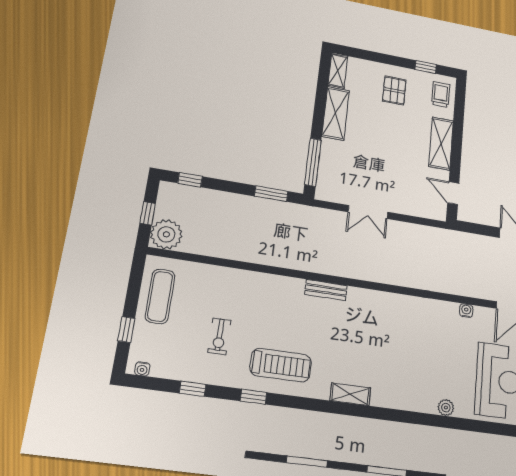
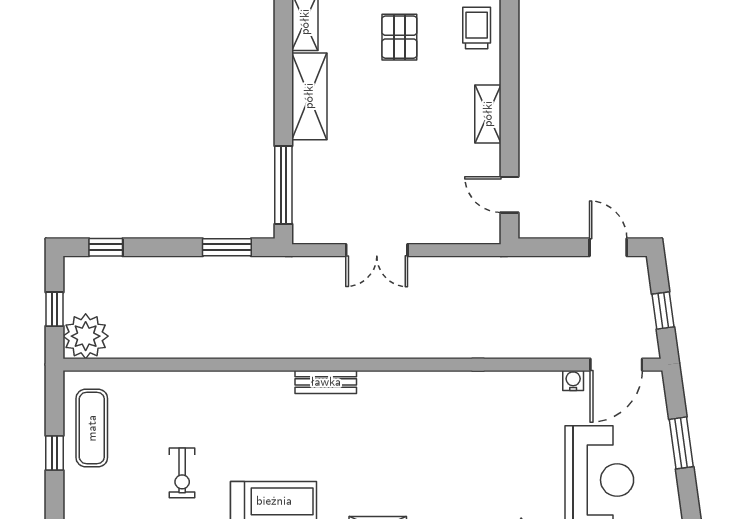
shelving: (441, 143) -> (488, 114), width x0.67, depth x0.75
water cooler: (466, 311) -> (573, 380), moved
window: (126, 330) -> (54, 453), moved

